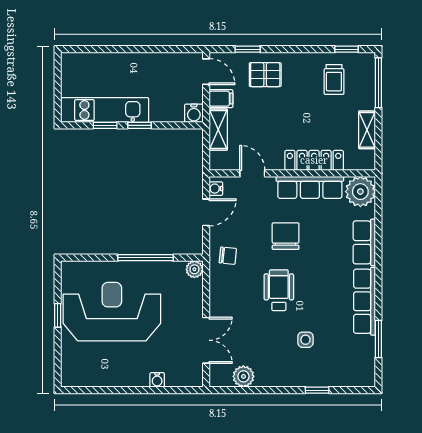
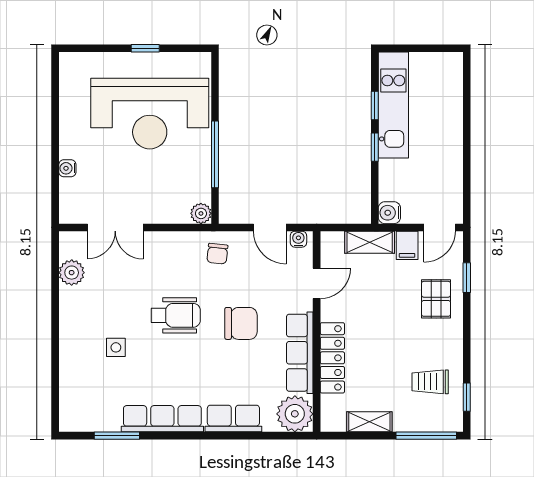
reception desk: (112, 312) -> (150, 114), turned 90
window: (317, 390) -> (55, 362), removed

